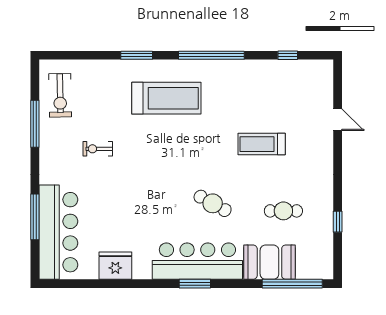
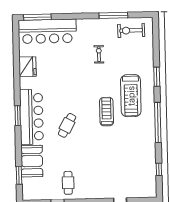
treadmill: (262, 144) -> (107, 112), moved
cafe table: (283, 211) -> (68, 183), moved
window: (35, 217) -> (37, 17), moved
window: (292, 284) -> (19, 175), width x0.47

